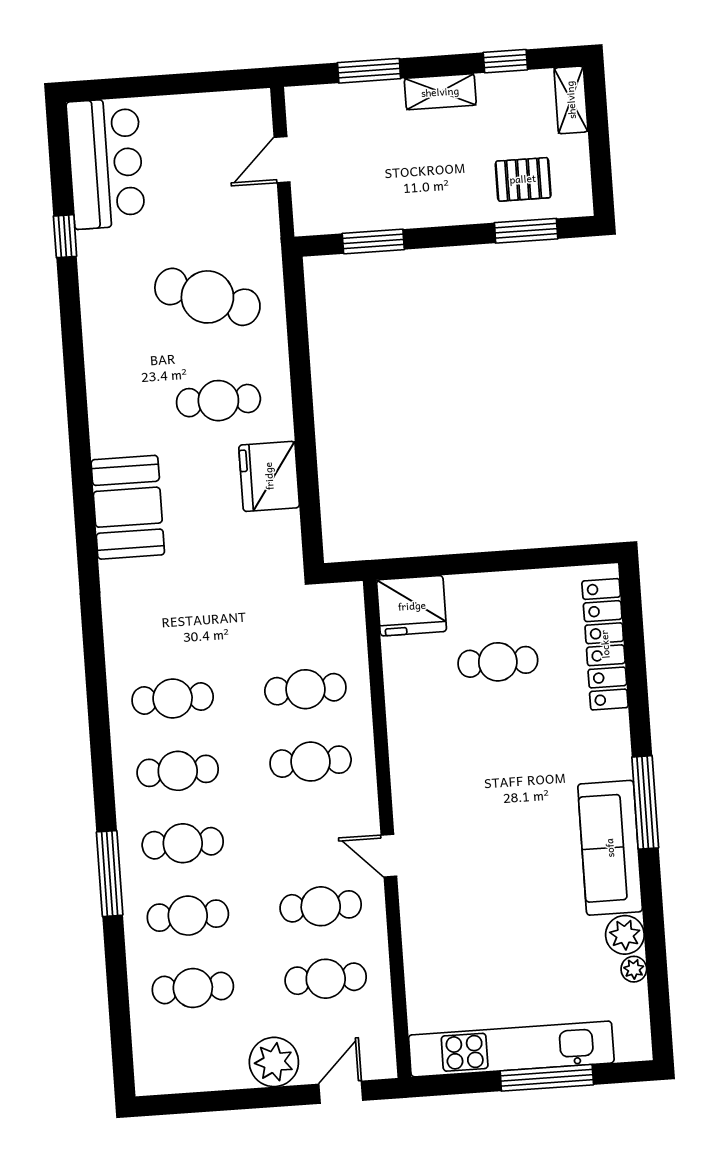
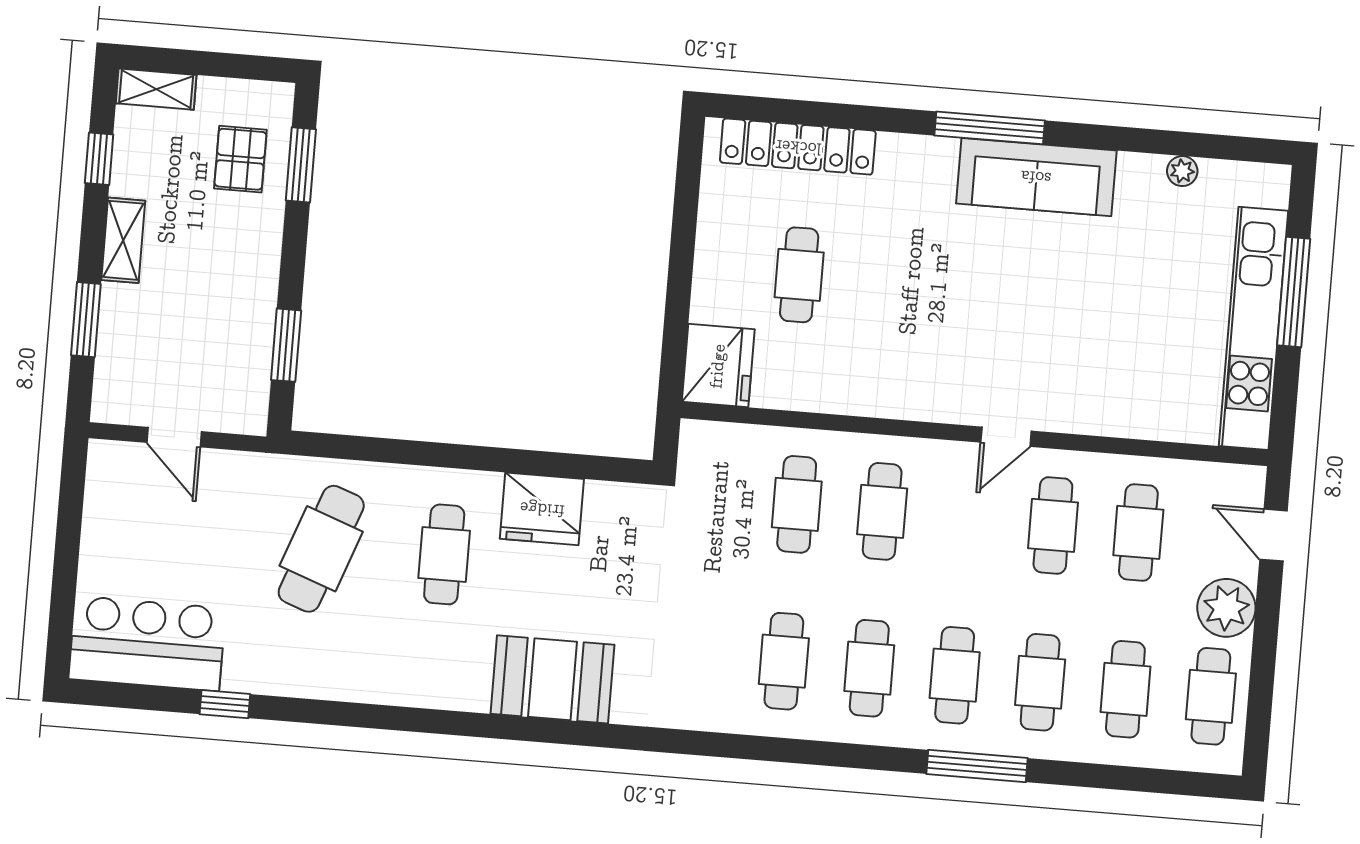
plant: (625, 935) -> (1141, 175), removed
cafe table: (198, 1060) -> (1211, 696), added

